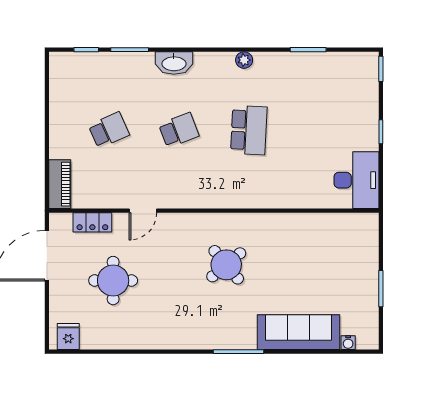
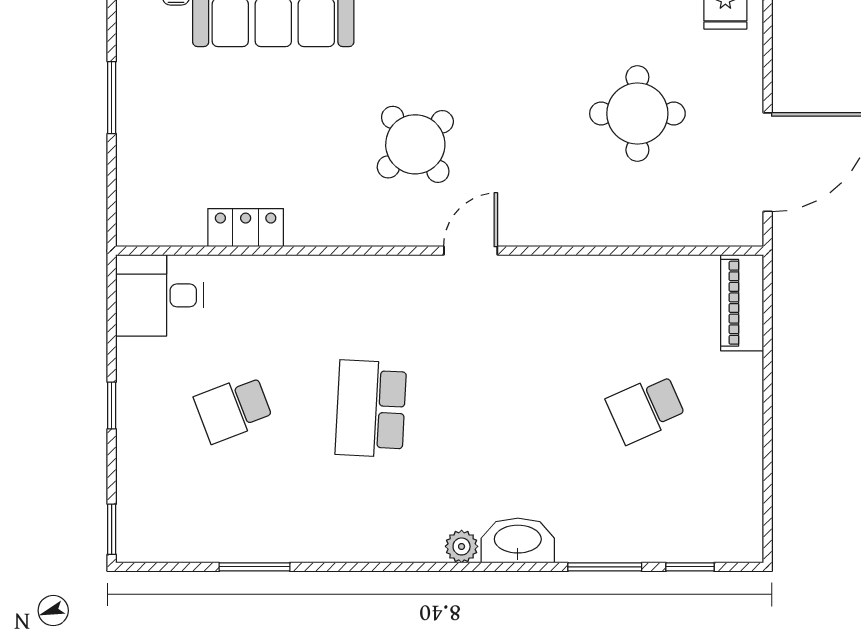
plant: (244, 60) -> (462, 546), moved
school desk: (179, 130) -> (233, 409), moved
desk: (356, 180) -> (159, 295), width x0.73
door: (143, 211) -> (471, 251), moved
locker: (92, 222) -> (246, 228), moved

